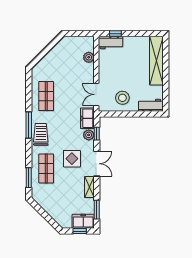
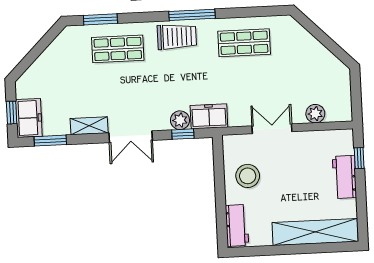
workbench: (110, 42) -> (344, 177), moved
double door: (96, 95) -> (272, 129), moved
display table: (72, 159) -> (137, 93), removed

